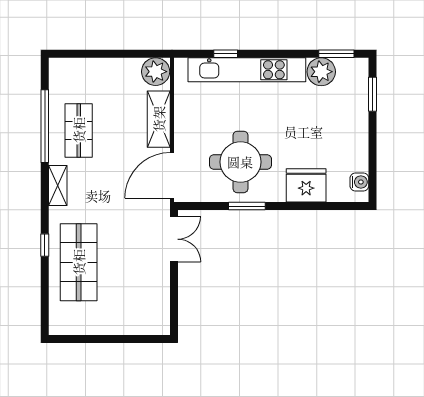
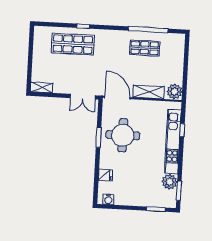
shelving: (58, 185) -> (42, 87), moved
fridge: (306, 185) -> (105, 175), width x0.53, depth x0.75

